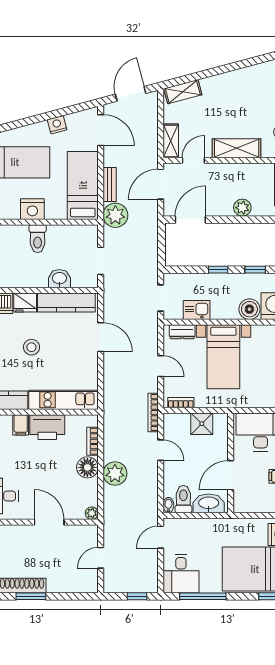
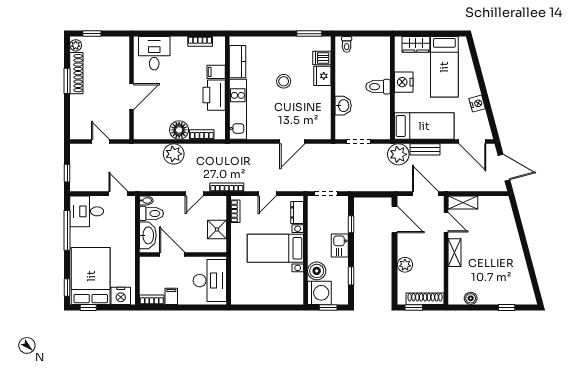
shelving: (183, 92) -> (506, 213), removed
door: (101, 130) -> (472, 142), hinge flipped
shelving: (237, 148) -> (454, 253), width x0.67, depth x0.75
window: (218, 270) -> (351, 224), moved
kitchen counter: (66, 302) -> (322, 112), removed
kitchen sink: (197, 310) -> (340, 245), moved, turned 180
plant: (92, 513) -> (139, 134), removed

